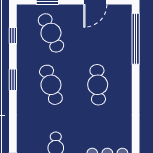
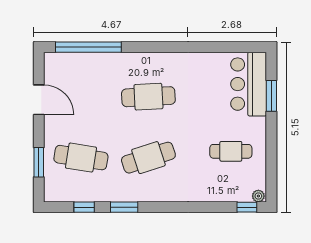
cafe table: (51, 33) -> (81, 158), turned 33
window: (13, 80) -> (124, 207), moved

